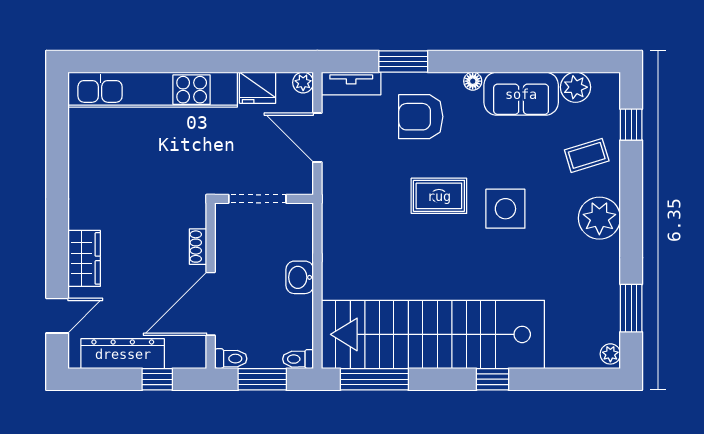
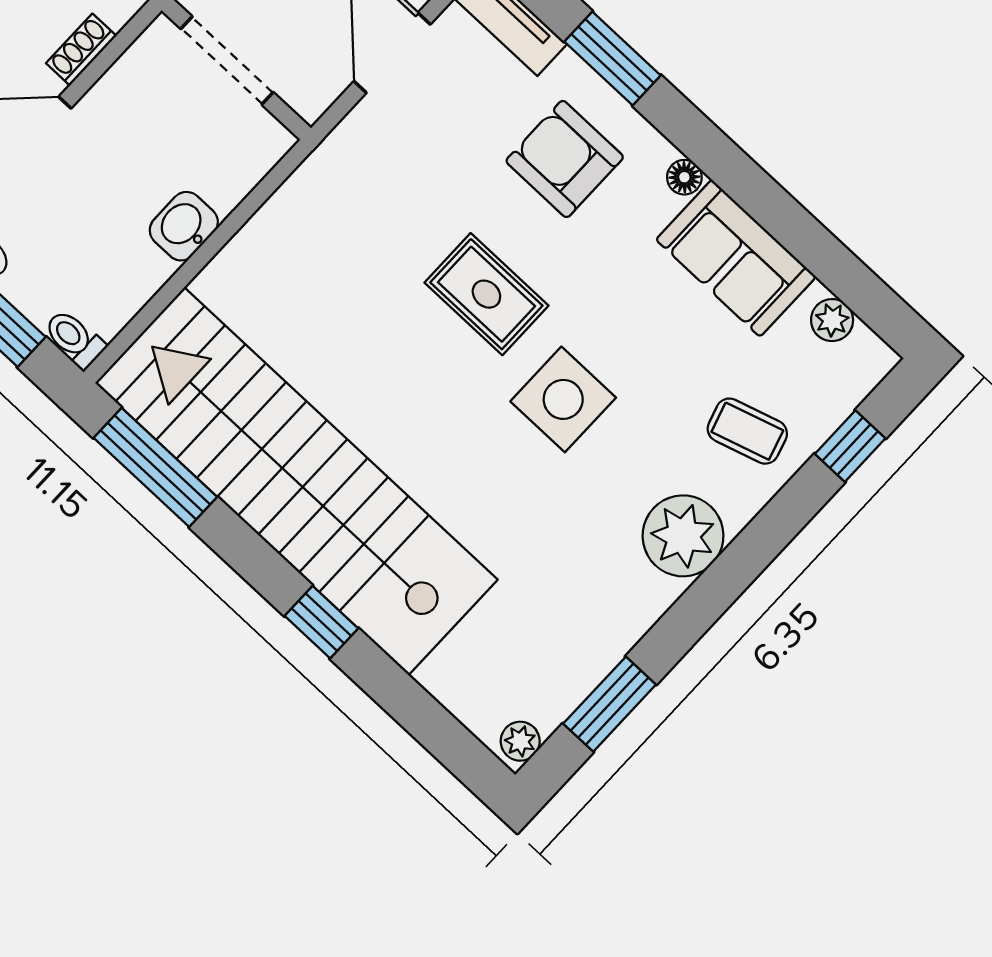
plant: (575, 87) -> (832, 320), width x0.73, depth x0.73

